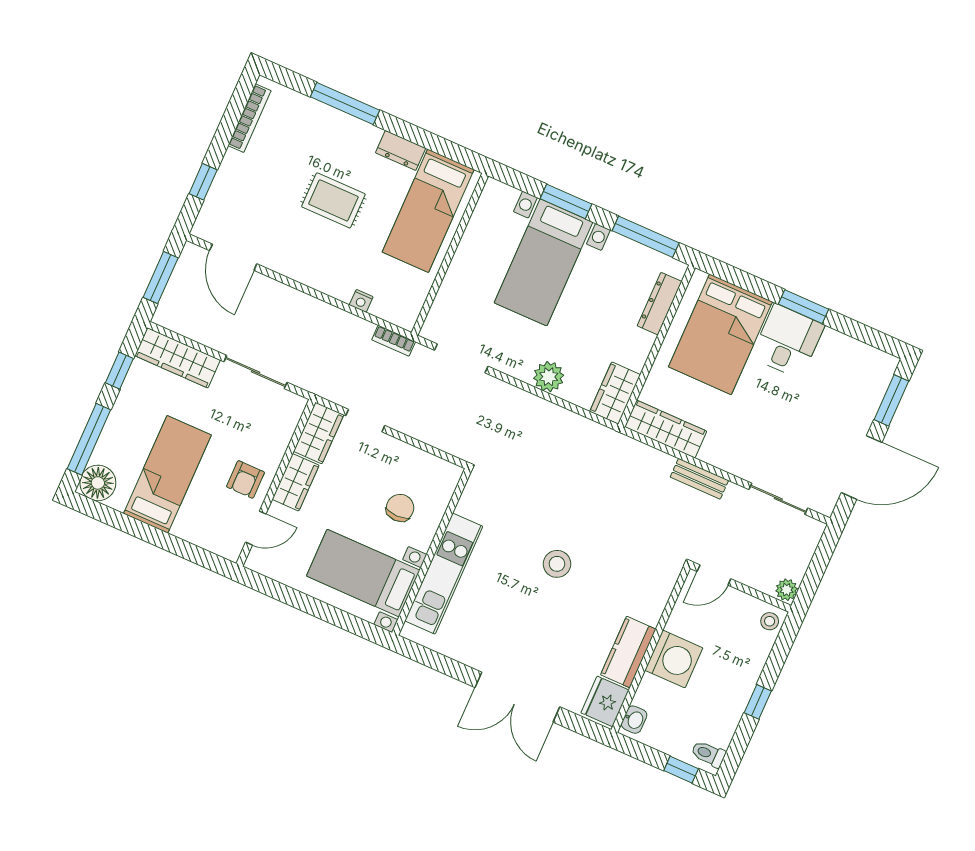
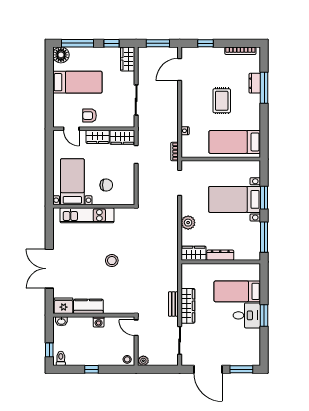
dresser: (401, 150) -> (255, 83), moved
dresser: (660, 304) -> (220, 255), moved
bed: (720, 334) -> (237, 291), width x0.67
wardrobe: (178, 358) -> (128, 59), width x0.67
wardrobe: (666, 429) -> (188, 306), moved
washing machine: (674, 659) -> (99, 322), width x0.53, depth x0.53

